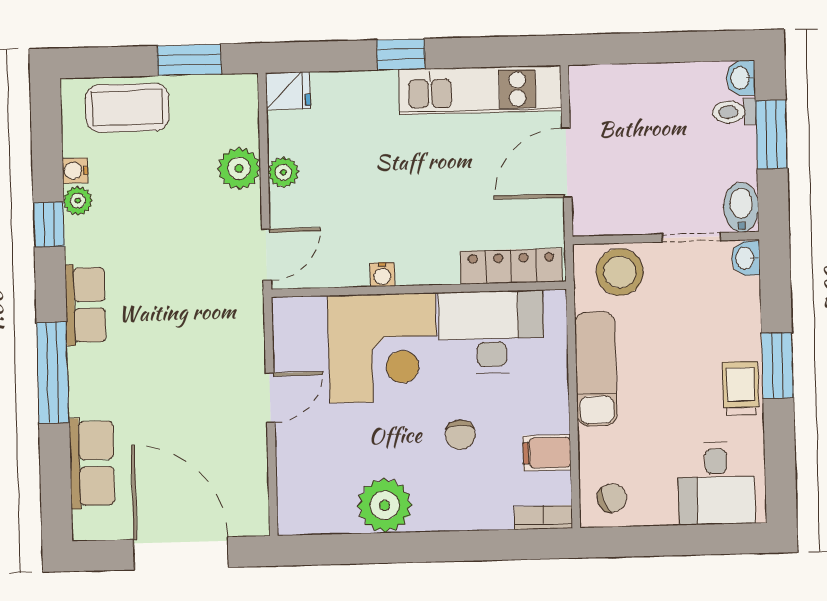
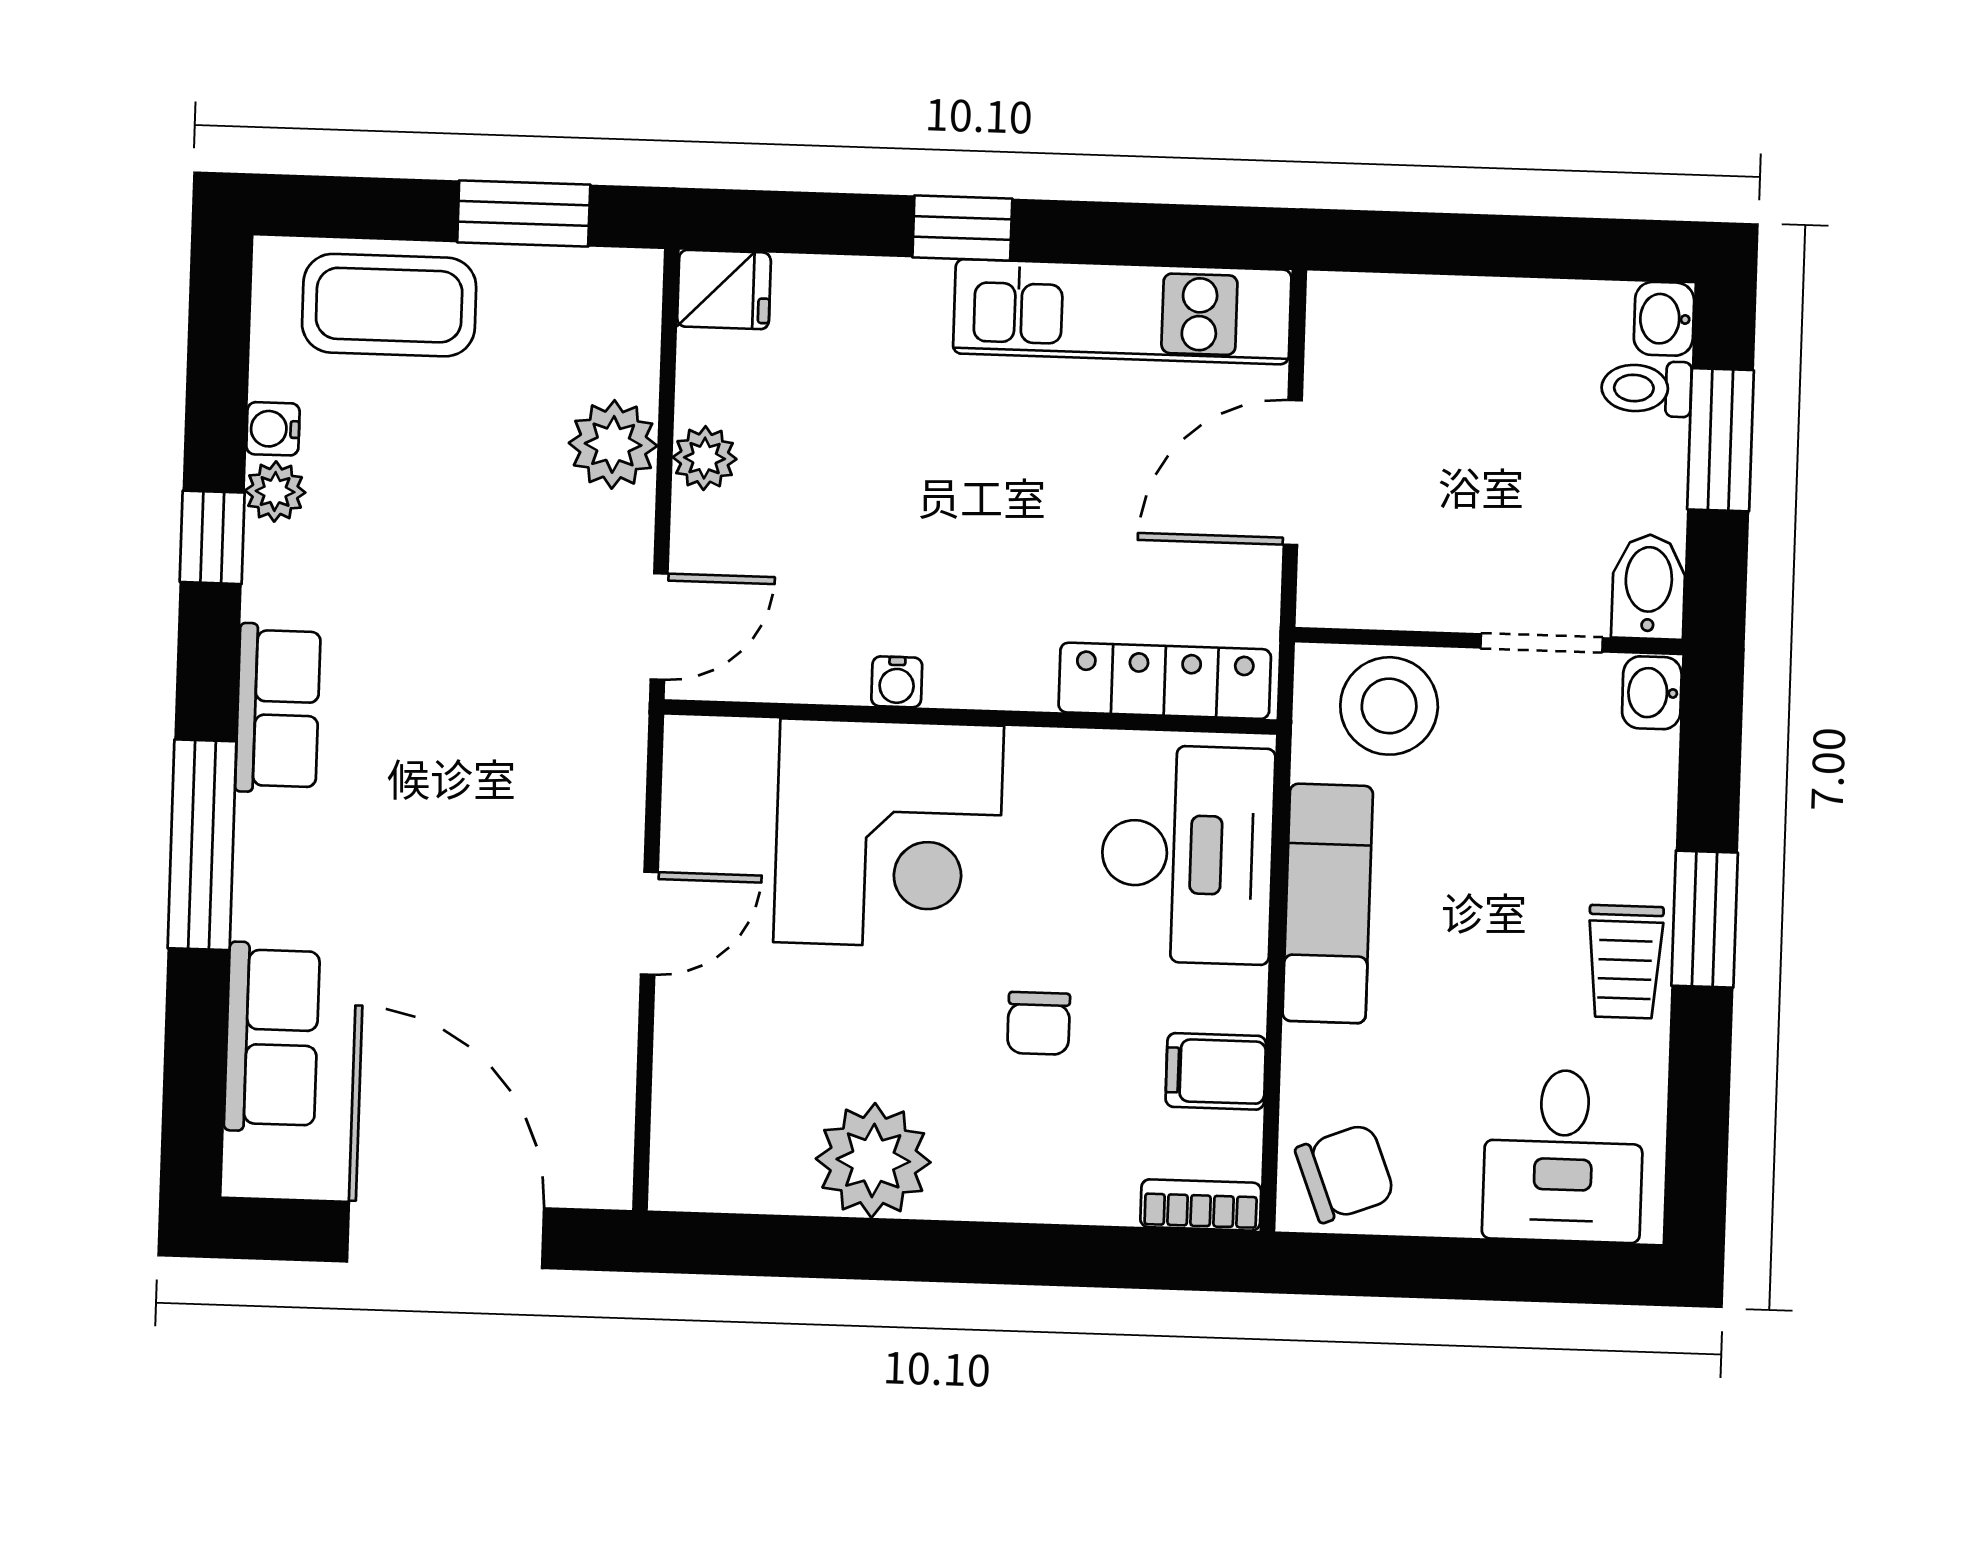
desk: (491, 332) -> (1187, 854), moved, turned 90
trolley: (741, 388) -> (1625, 962), turned 180
chair: (612, 498) -> (1345, 1173), width x1.37, depth x1.37

